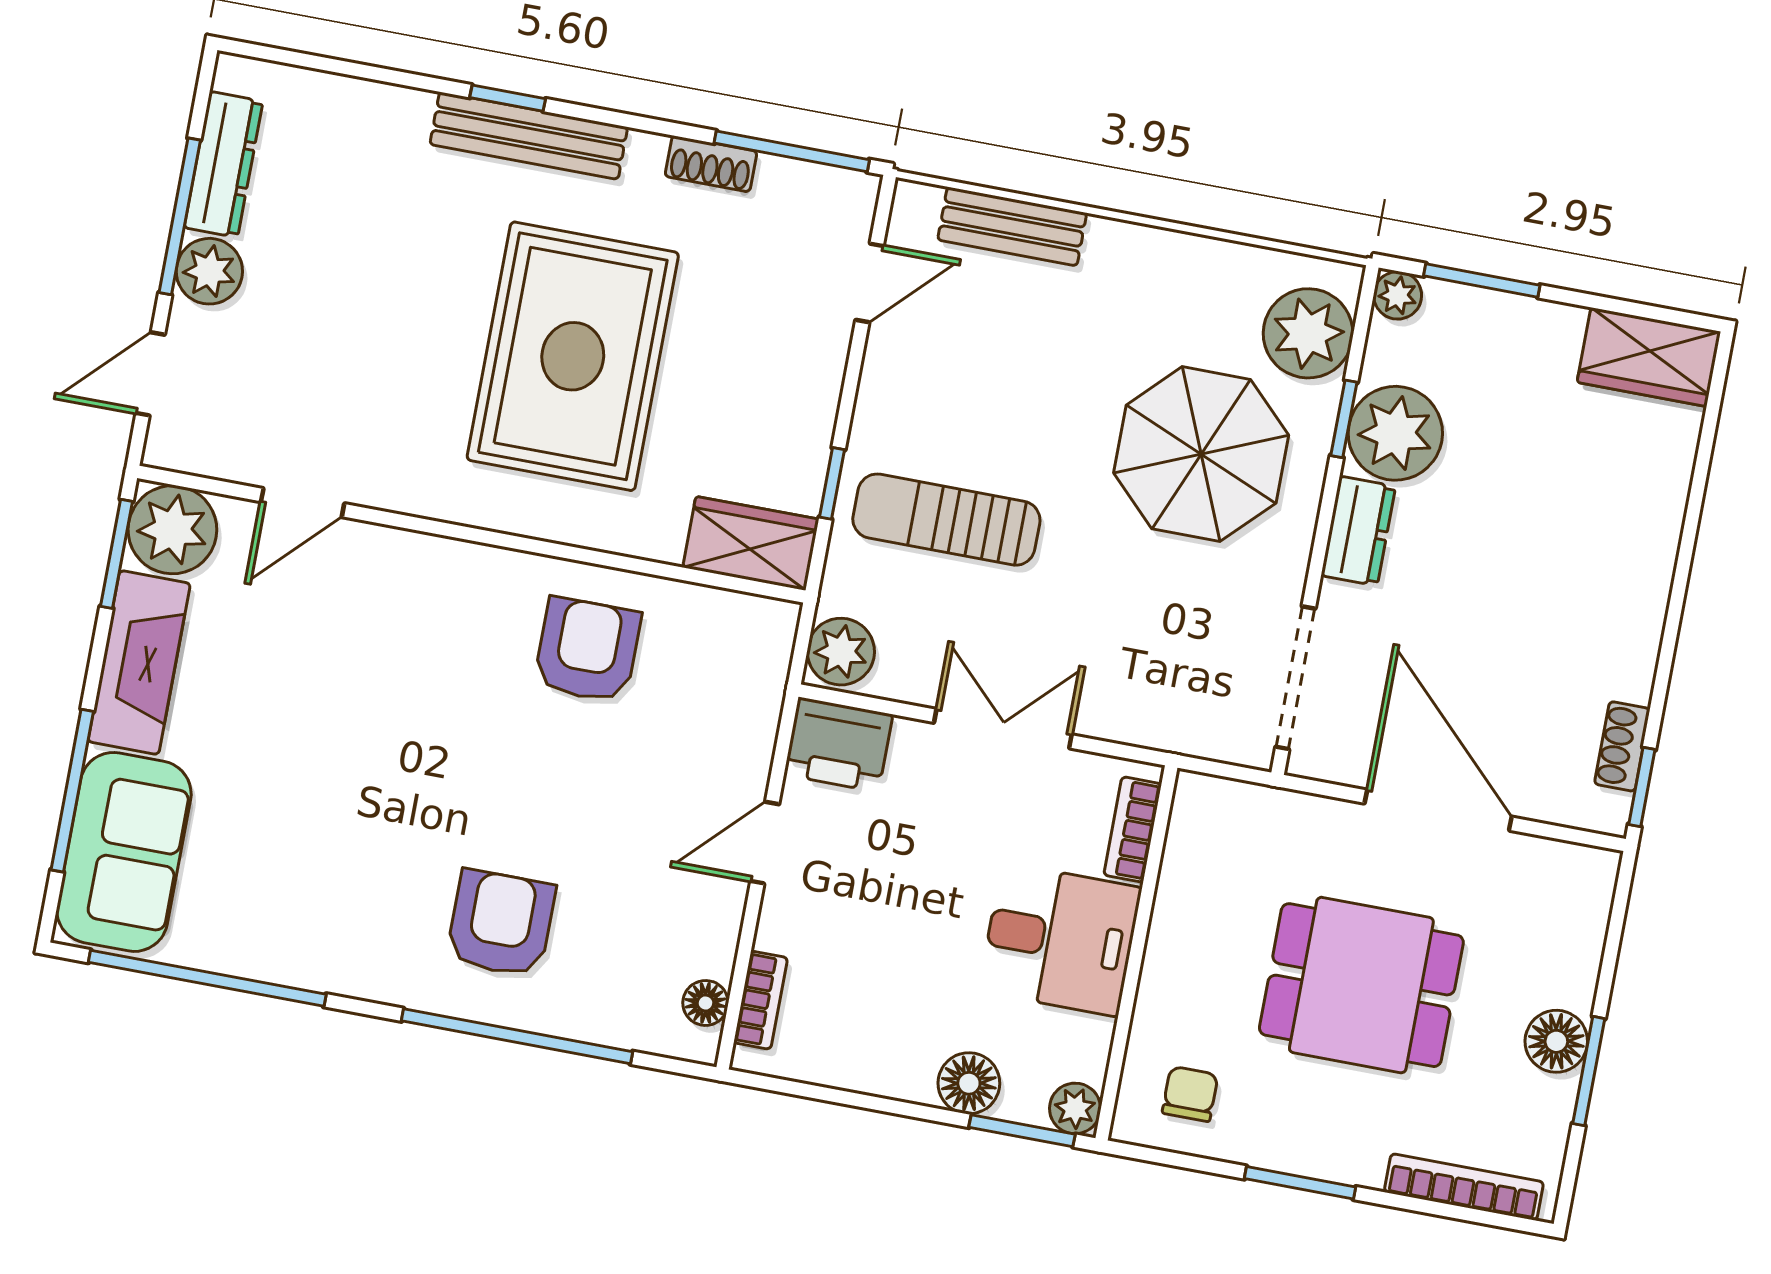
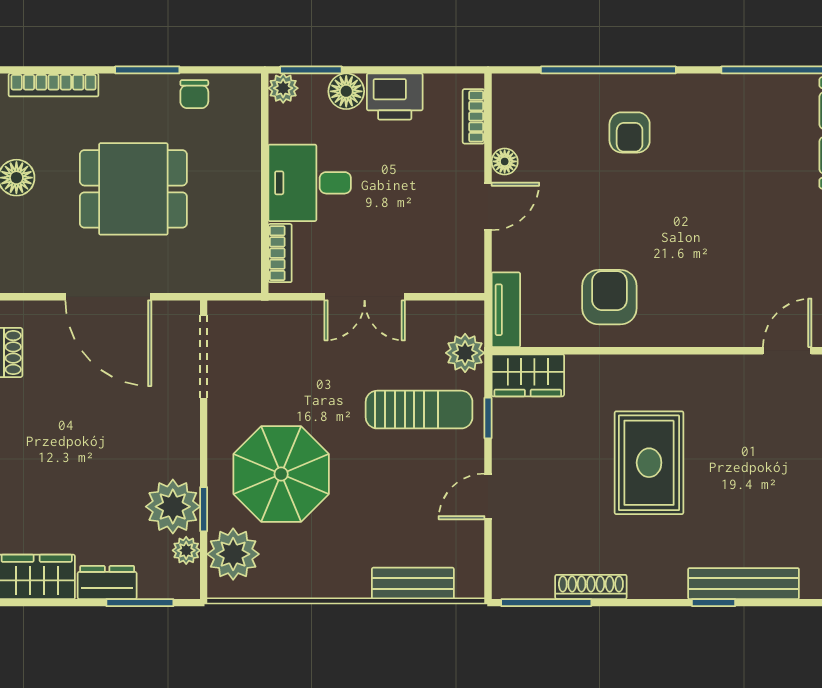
bench: (529, 136) -> (744, 584), moved
shoe rack: (711, 164) -> (591, 587), width x1.43
door: (870, 283) -> (488, 496), moved
plant: (1398, 295) -> (186, 550), moved
rug: (573, 356) -> (649, 463), width x0.73, depth x0.69
dresser: (1358, 531) -> (107, 582), moved, turned 90
armchair: (587, 650) -> (609, 297), turned 180
plant: (841, 652) -> (465, 353), moved
tv unit: (767, 662) -> (506, 310), added
printer: (838, 745) -> (395, 97), moved, turned 180
armchair: (501, 923) -> (630, 132), width x0.72, depth x0.72
floor lamp: (705, 1003) -> (505, 161), moved
chair: (1190, 1094) -> (194, 94), moved

